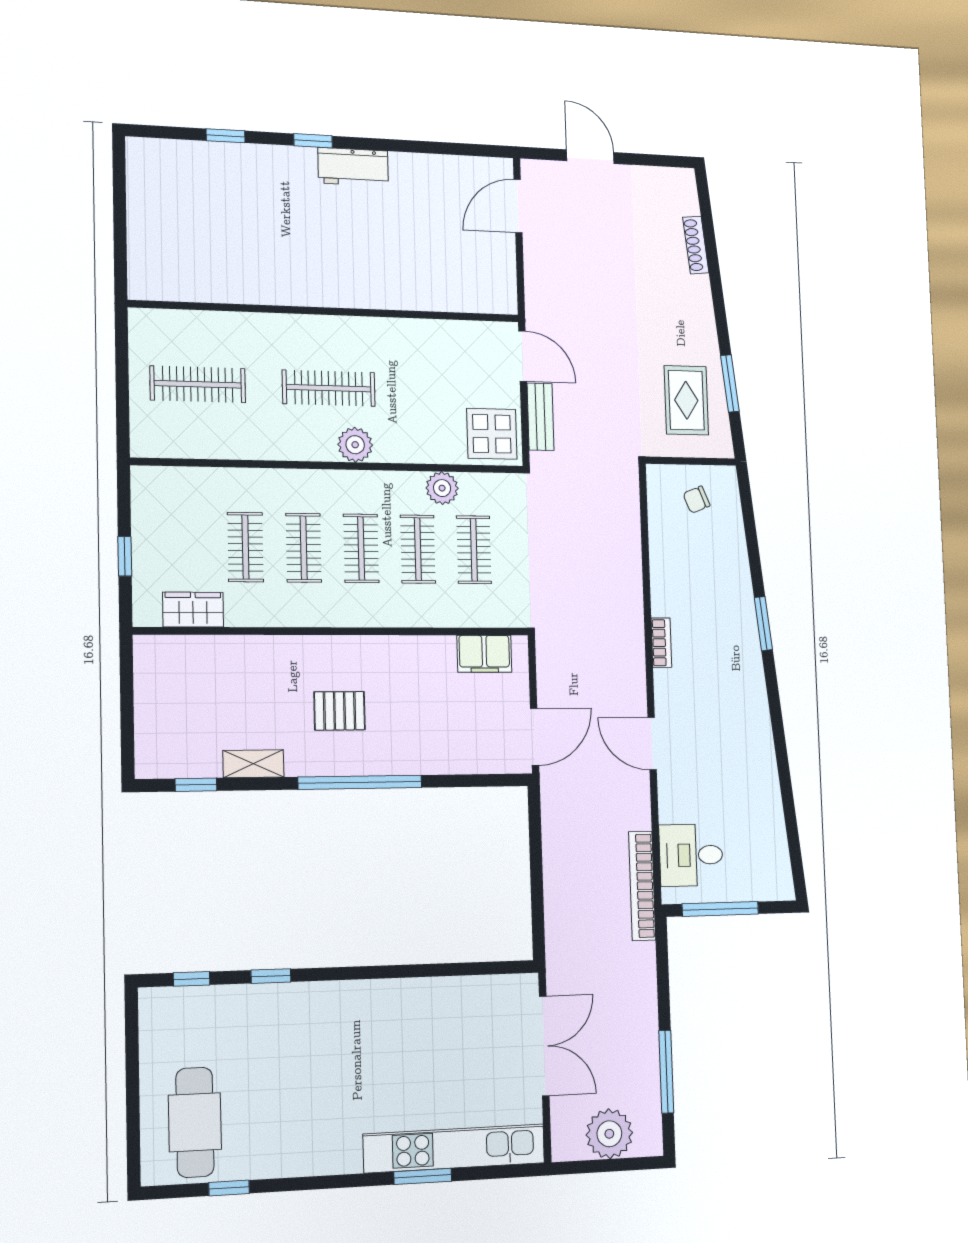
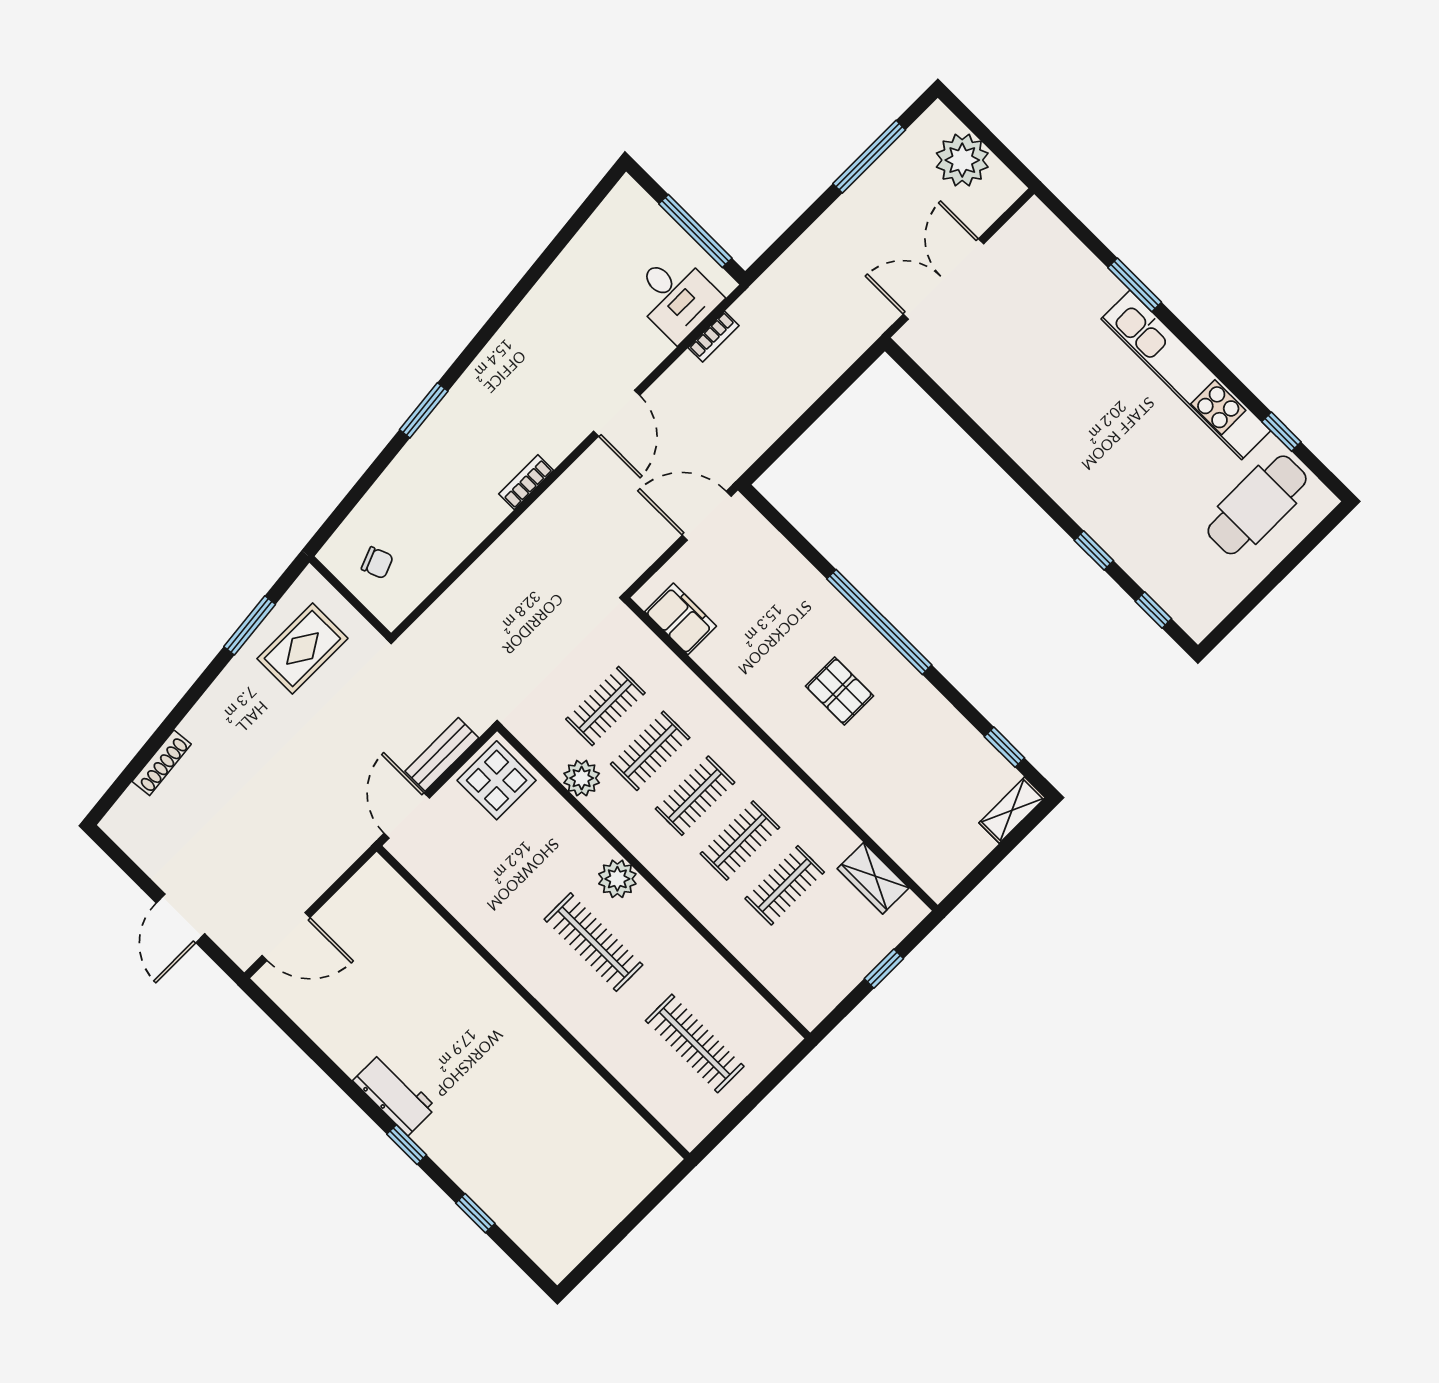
shelving: (253, 764) -> (1012, 810), moved, turned 90
bookcase: (642, 886) -> (714, 337), width x0.43, depth x0.76
kitchen unit: (454, 1148) -> (1186, 375), moved

